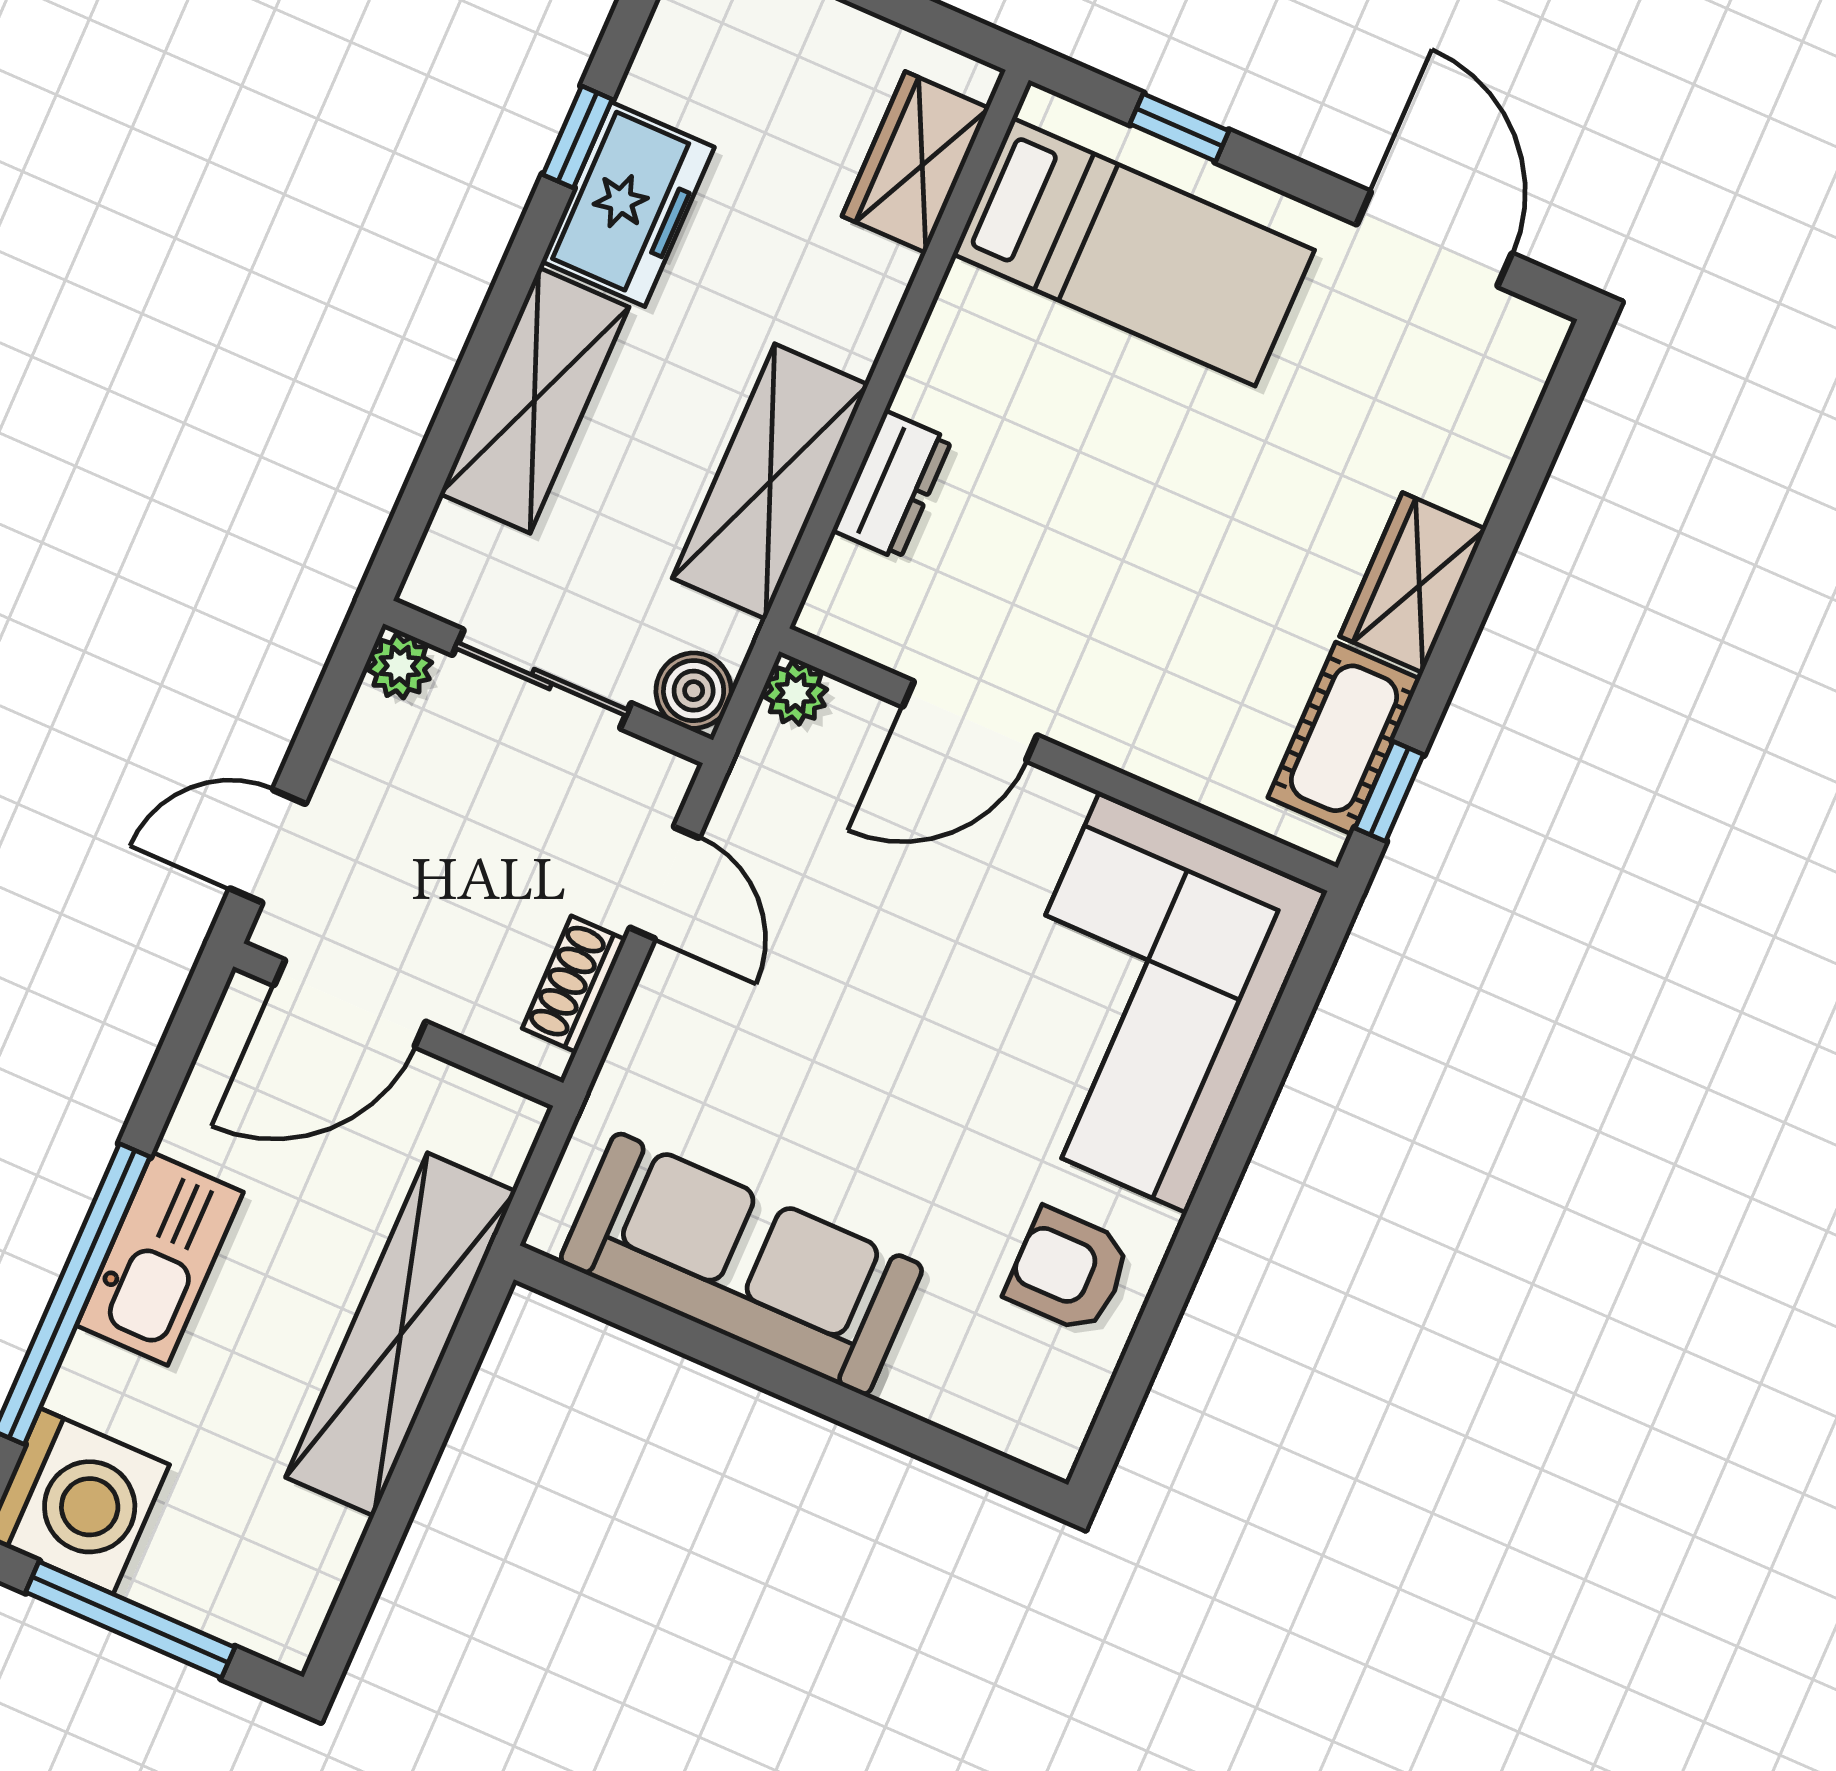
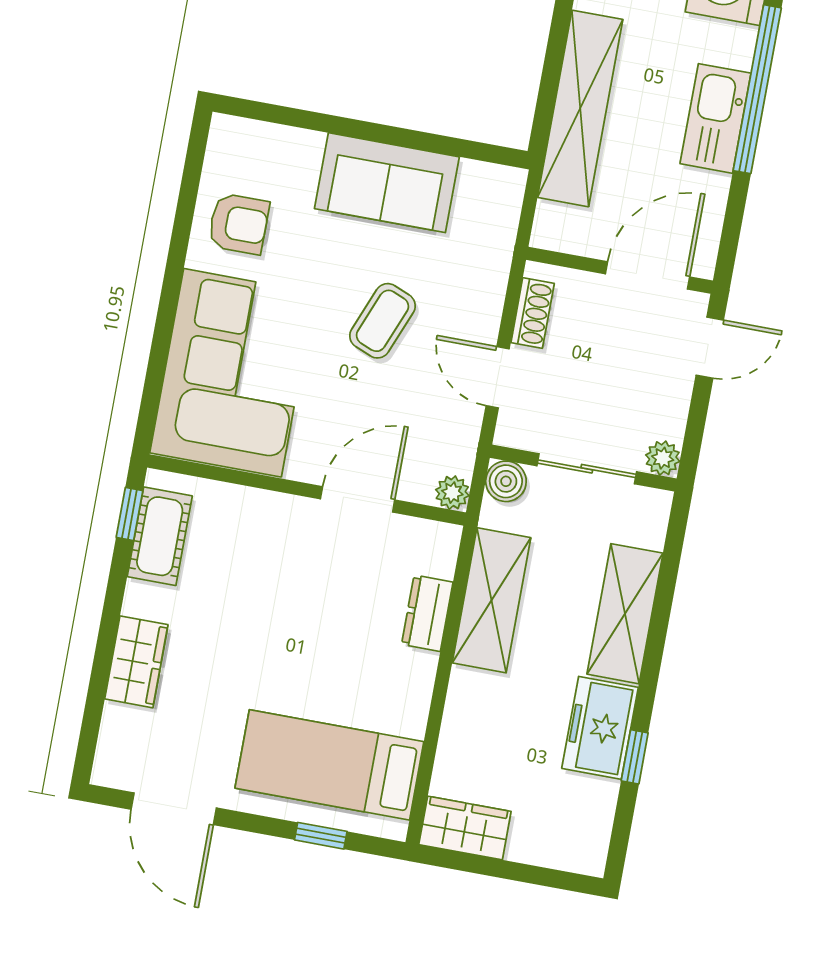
wardrobe: (916, 162) -> (465, 828), moved, turned -90
wardrobe: (1413, 583) -> (136, 662), moved
coffee table: (849, 1034) -> (383, 321), added
sofa: (741, 1264) -> (387, 183), width x0.73

